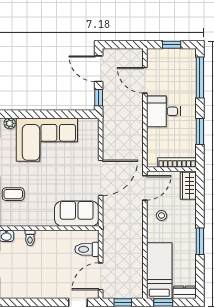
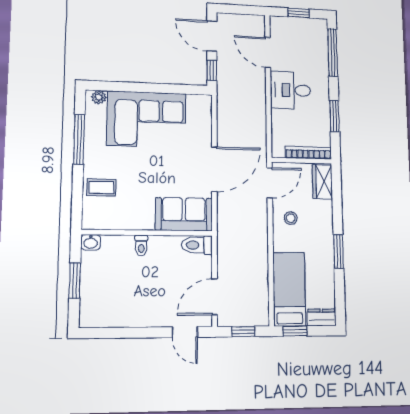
toilet: (30, 238) -> (141, 245), moved
toilet: (87, 249) -> (197, 245), moved

